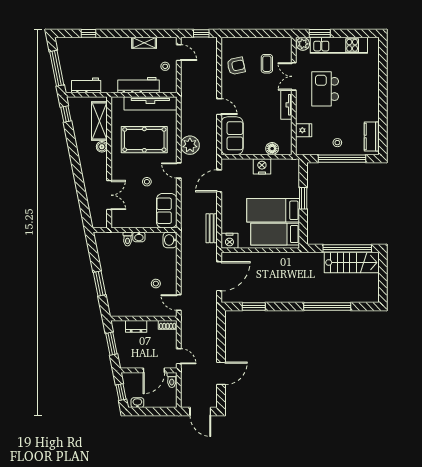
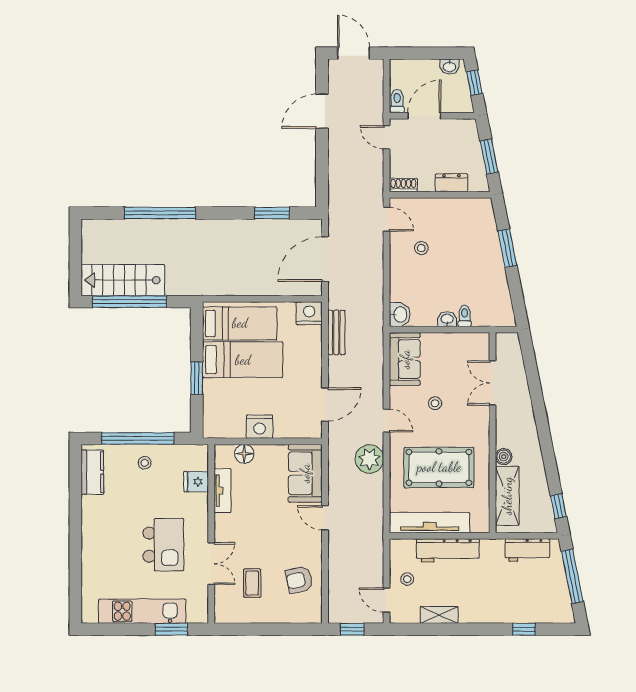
plant: (303, 44) -> (197, 613), removed
tv unit: (286, 105) -> (223, 491), moved

